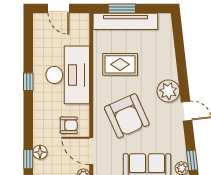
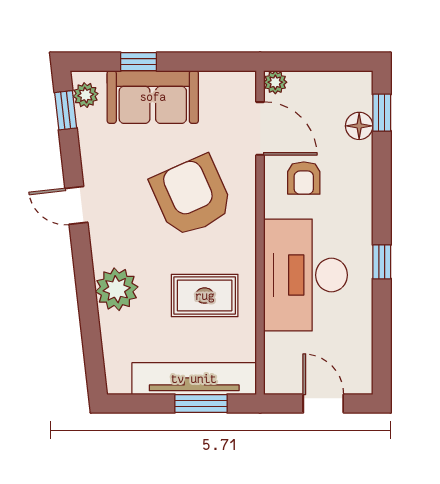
plant: (168, 91) -> (117, 289), moved
armchair: (69, 125) -> (304, 178), turned -90

